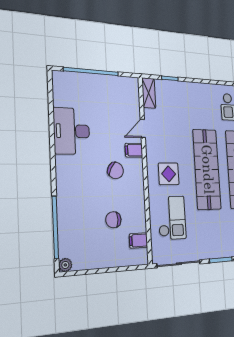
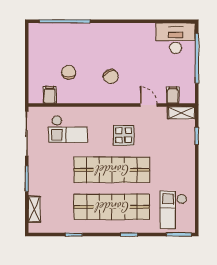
desk: (72, 131) -> (176, 38), moved
filing cabinet: (134, 150) -> (173, 95), moved
chair: (115, 170) -> (111, 76), turned -57
display table: (169, 174) -> (124, 135), moved
plant: (65, 265) -> (34, 28), removed

